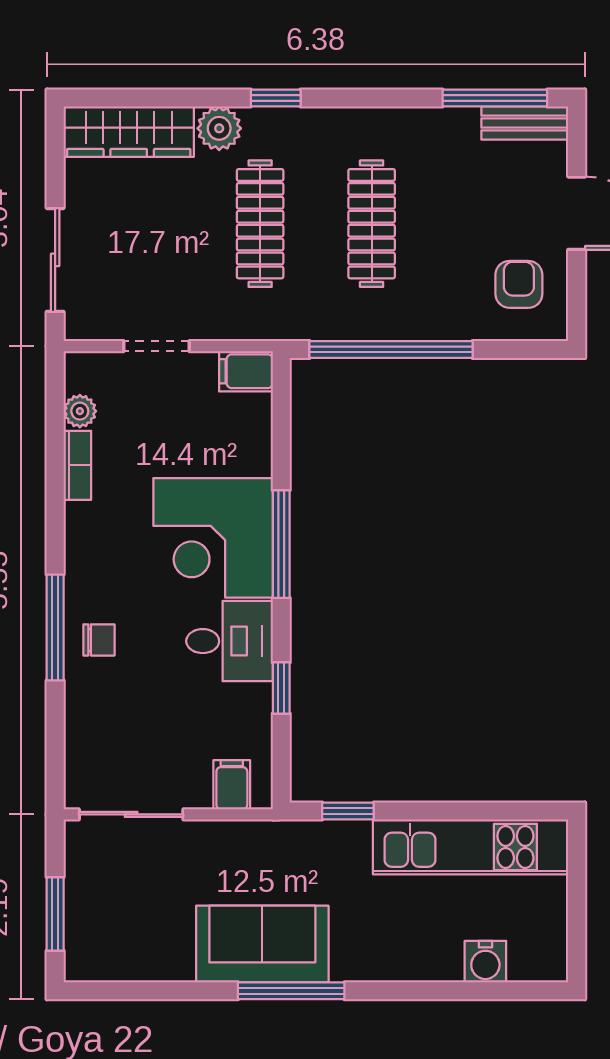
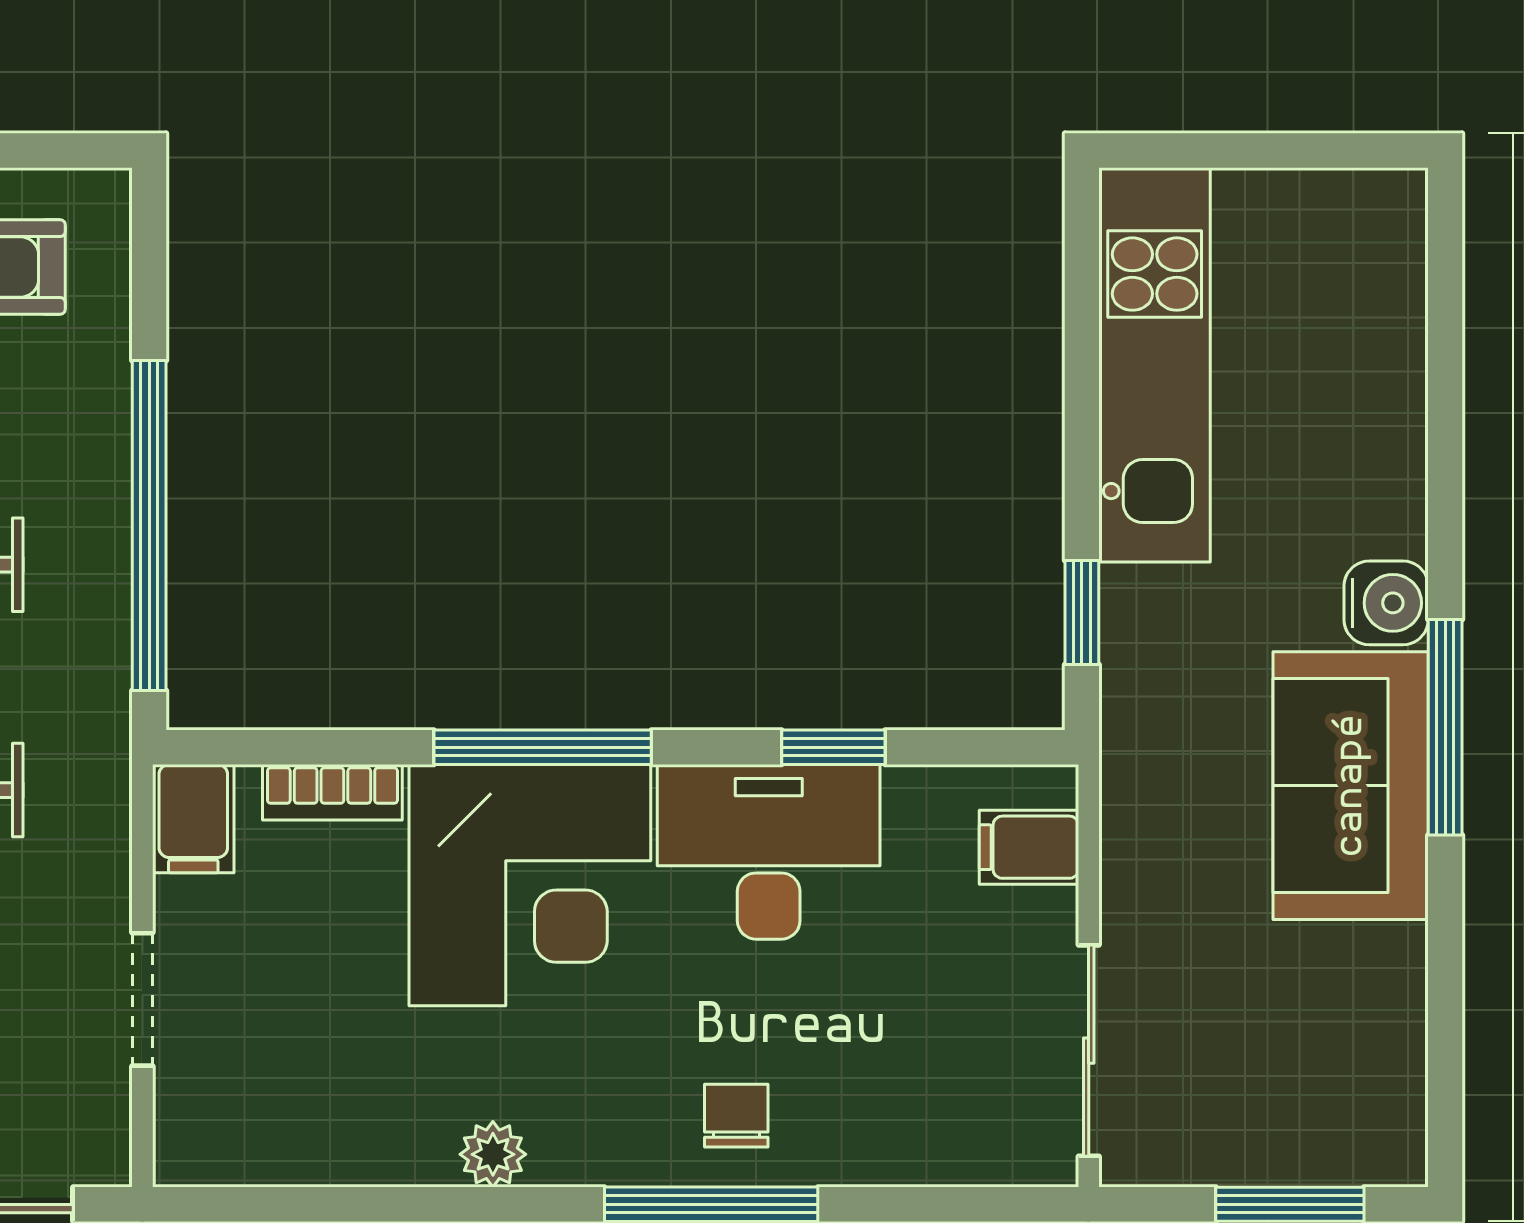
plant: (80, 411) -> (493, 1154), moved
bookcase: (77, 465) -> (332, 792), moved, turned 180
desk: (230, 641) -> (769, 852), width x1.37
water cooler: (485, 962) -> (1386, 603), moved

